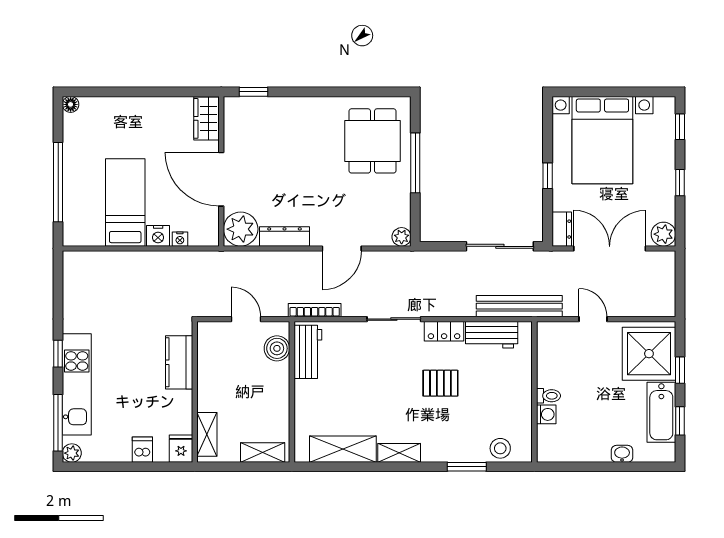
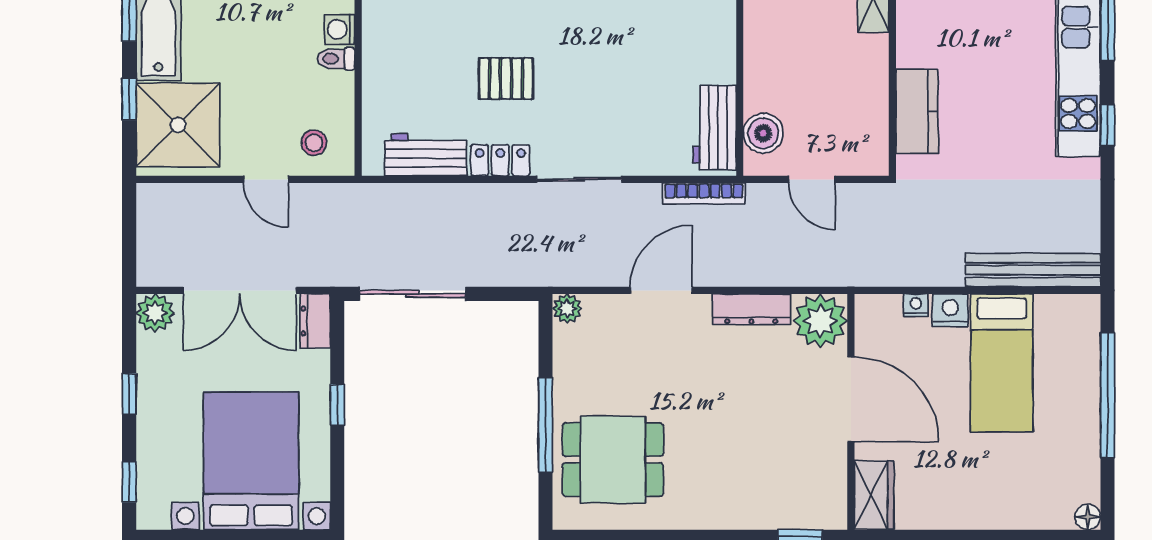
dining table: (372, 141) -> (613, 460), turned 90
bench: (519, 306) -> (1033, 270), moved
stool: (562, 342) -> (314, 143), added

